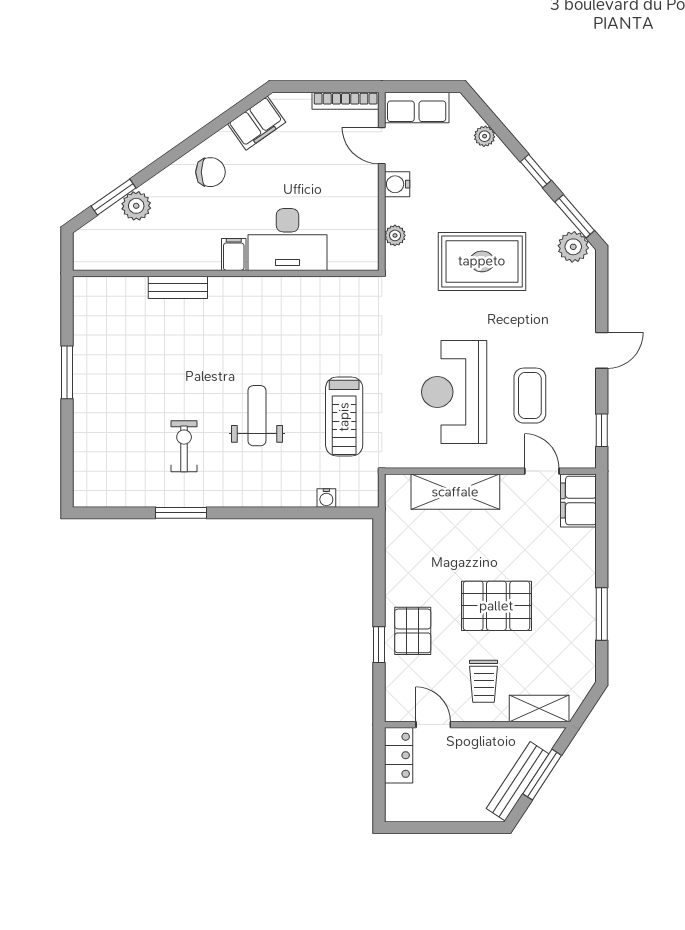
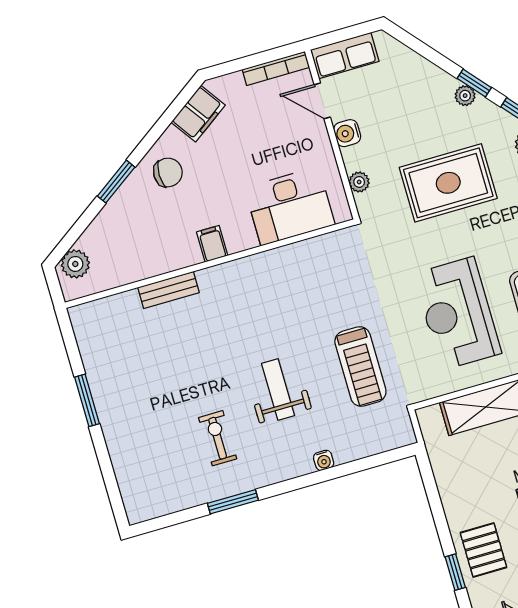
plant: (485, 136) -> (465, 96), moved
window: (114, 197) -> (116, 182), moved
plant: (136, 206) -> (75, 264), moved
desk: (287, 239) -> (290, 206), moved
water cooler: (326, 498) -> (324, 460), moved

